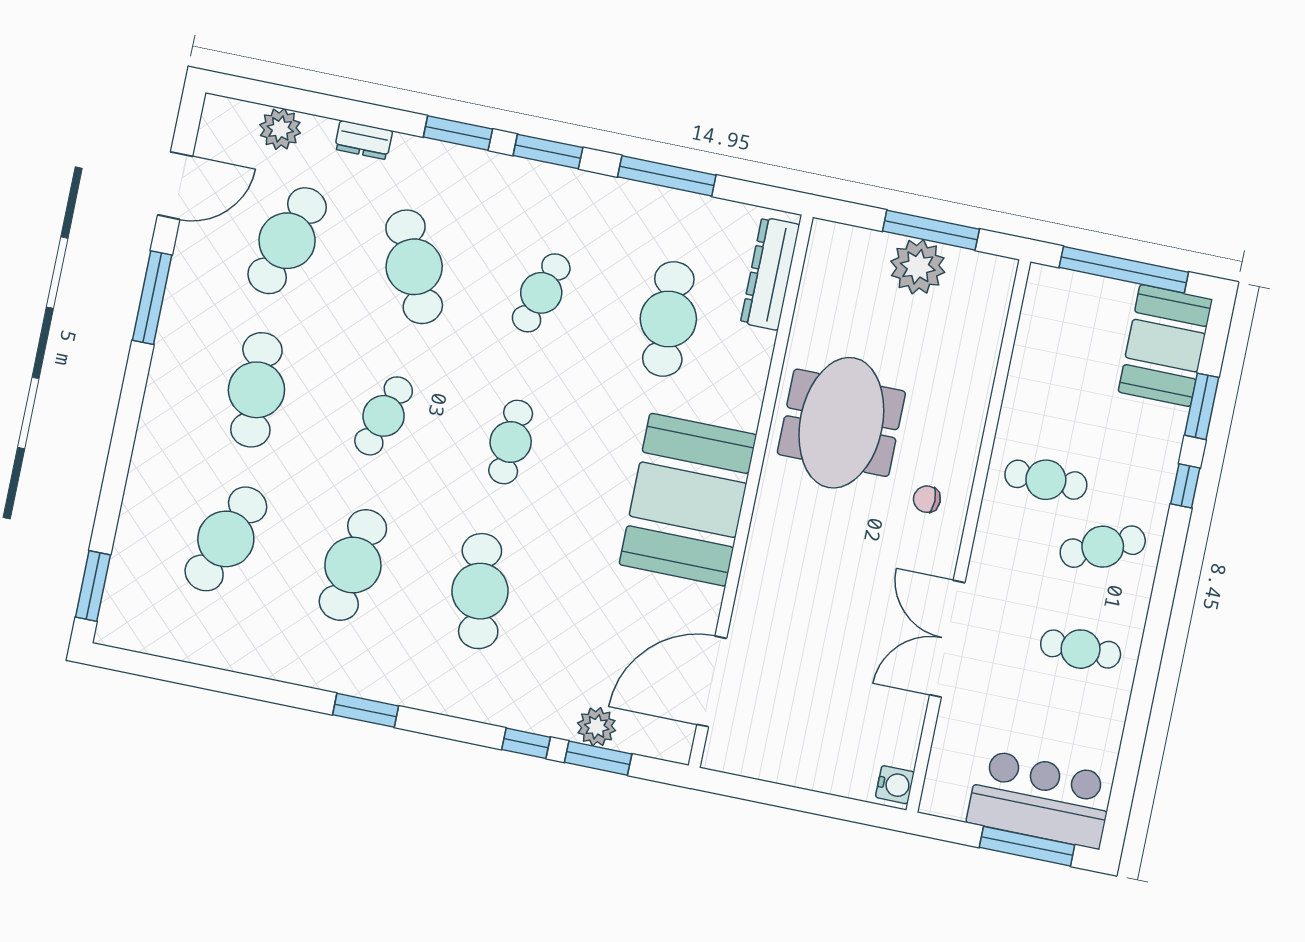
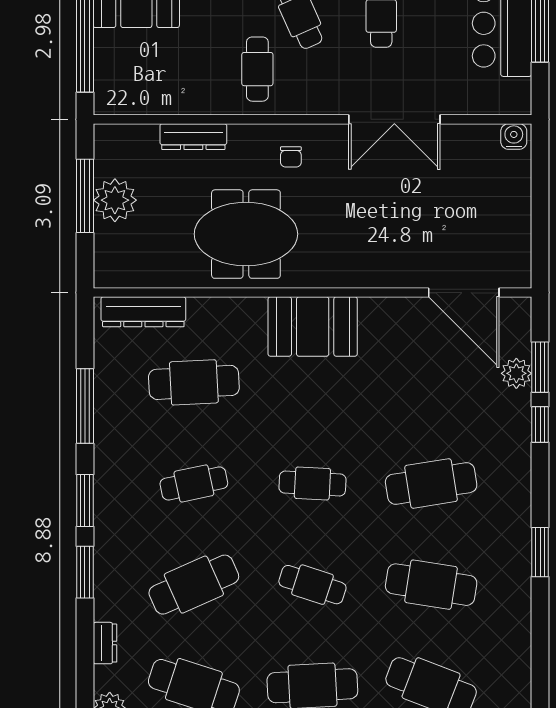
cafe table: (541, 293) -> (194, 483), turned -30
dresser: (977, 382) -> (193, 137), added
booth: (688, 500) -> (313, 327), width x0.73, depth x0.70

